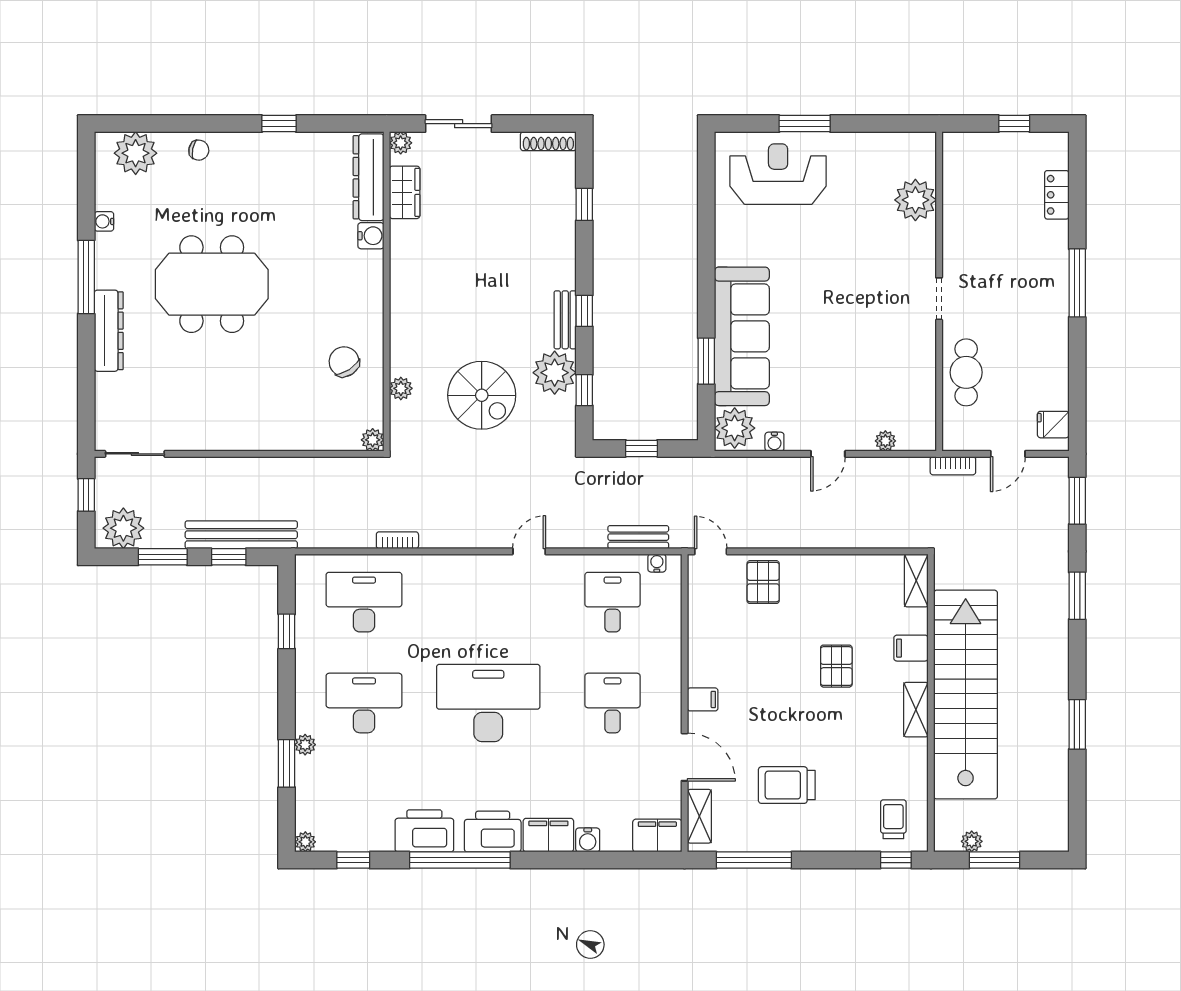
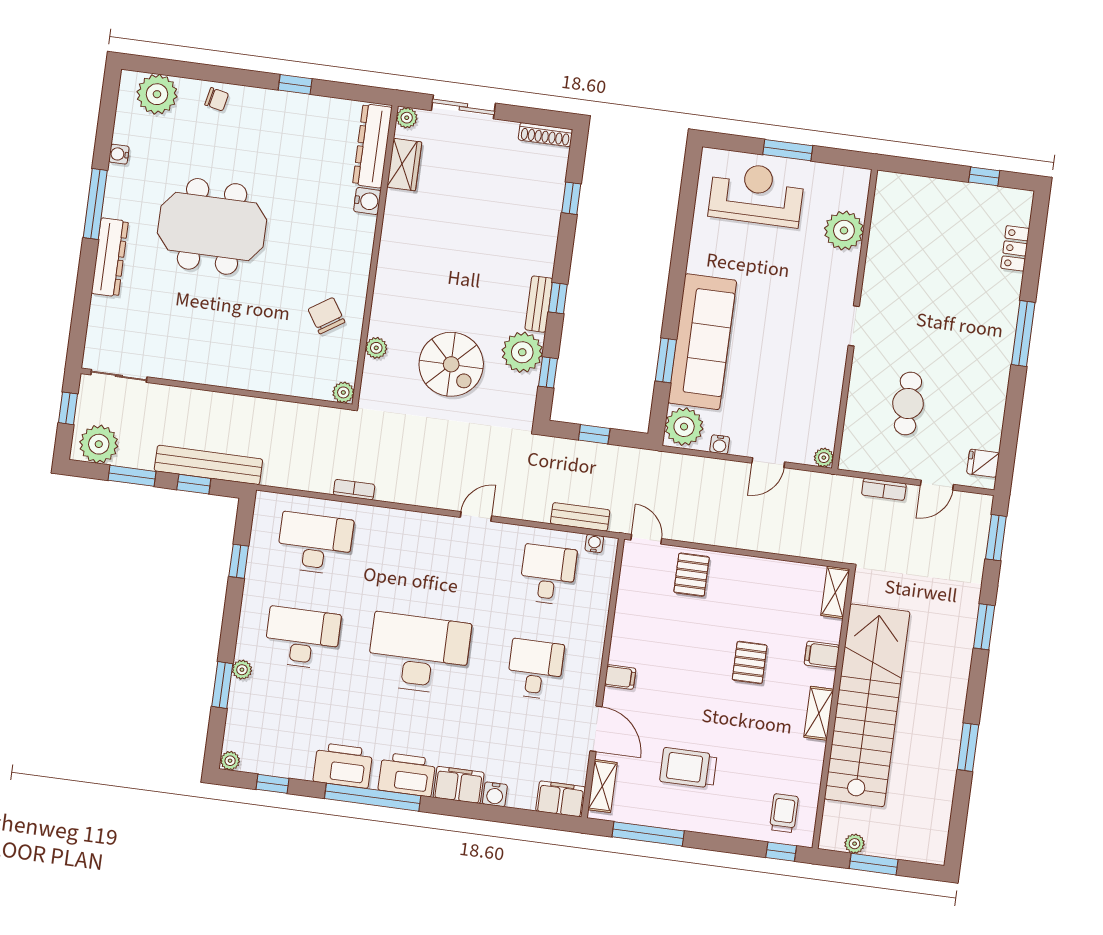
plant: (915, 200) -> (844, 230), moved
wall: (939, 291) -> (855, 319), moved
doorway: (939, 299) -> (854, 326), moved

